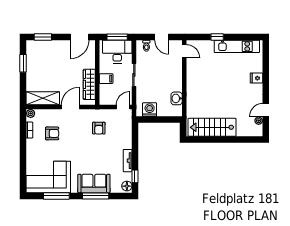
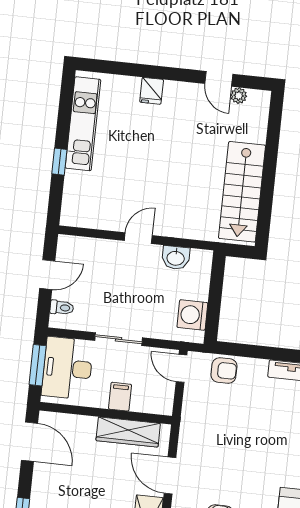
door: (184, 51) -> (138, 238), moved
armchair: (99, 128) -> (224, 371), moved

